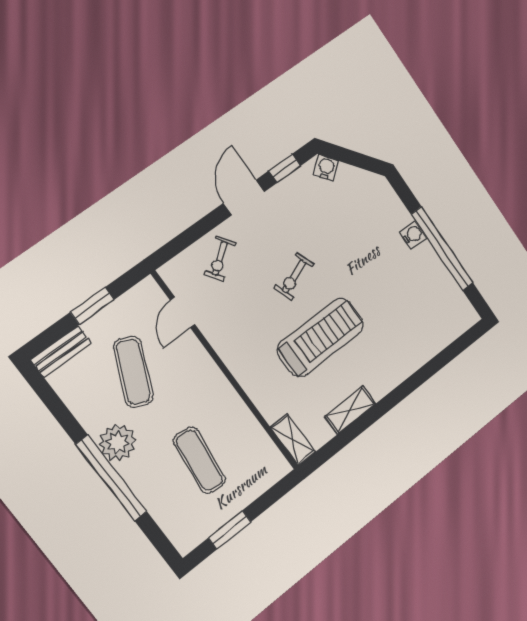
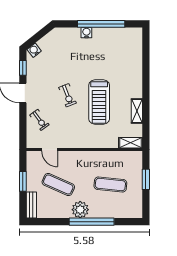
treadmill: (321, 337) -> (99, 102), turned 180
window: (230, 530) -> (146, 179), moved

